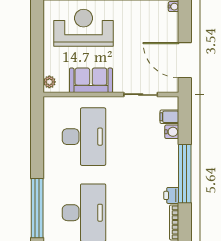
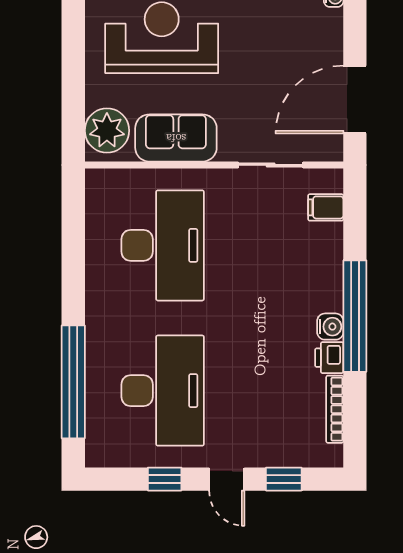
door: (185, 60) -> (355, 100), hinge flipped
plant: (49, 82) -> (107, 131), width x1.88, depth x1.88
water cooler: (172, 132) -> (330, 327), moved

